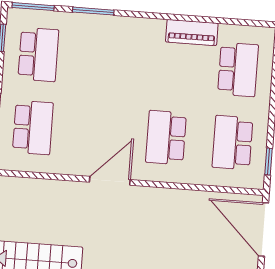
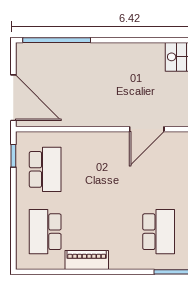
school desk: (166, 138) -> (159, 232), moved

